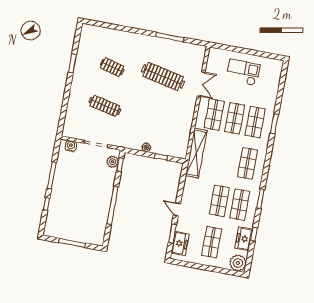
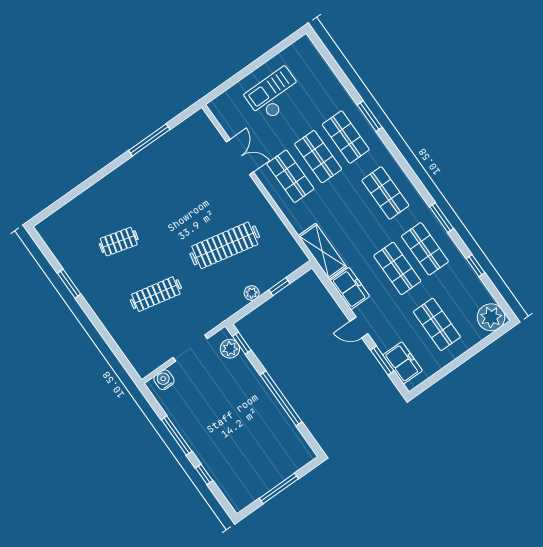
clothes rail: (163, 76) -> (225, 245), moved
shelving: (196, 153) -> (322, 251), width x0.68
freezer: (244, 239) -> (350, 288), moved, turned 180

